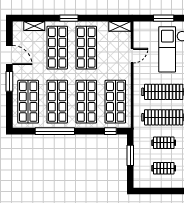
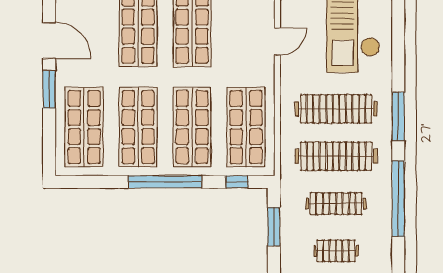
window: (55, 131) -> (165, 182), moved
clothes rail: (164, 143) -> (336, 204), width x1.36

